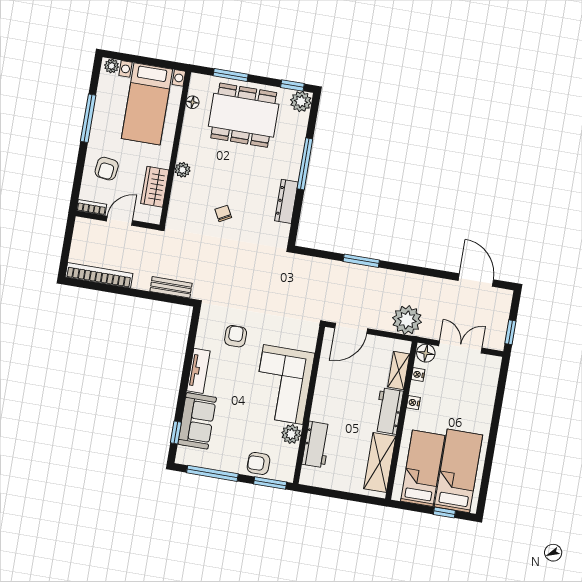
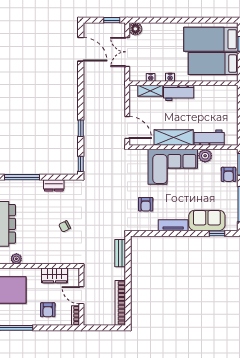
armchair: (107, 169) -> (48, 310), turned 83
plant: (182, 170) -> (16, 259), moved
dresser: (286, 201) -> (54, 185), width x0.70
window: (310, 252) -> (81, 164), added
window: (361, 261) -> (81, 128), width x0.67
door: (476, 280) -> (81, 49), swing flipped
plant: (407, 320) -> (115, 91), removed
armchair: (236, 336) -> (146, 204), turned -90
floor lamp: (426, 353) -> (135, 29), moved
shelving: (380, 462) -> (174, 137), moved

